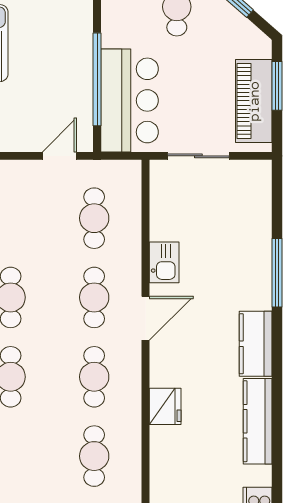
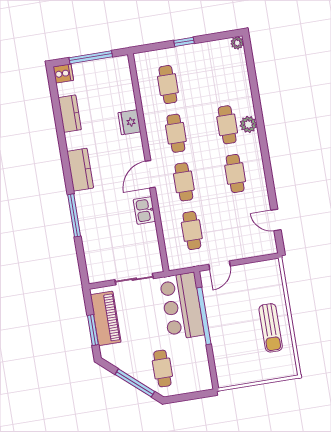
kitchen counter: (258, 421) -> (70, 114), width x0.67

